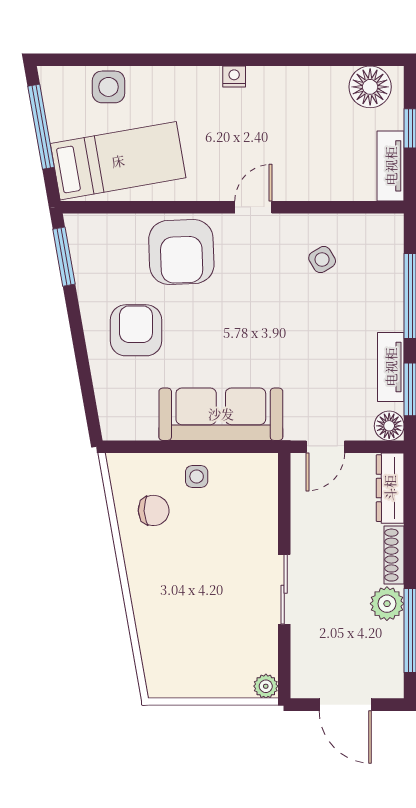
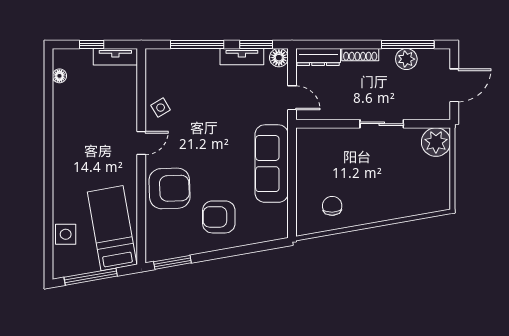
nightstand: (234, 76) -> (59, 155), removed
floor lamp: (370, 87) -> (59, 76), width x0.53, depth x0.53
door: (253, 207) -> (141, 143), swing flipped
side table: (322, 260) -> (161, 108), moved
side table: (197, 476) -> (311, 179), removed
plant: (387, 604) -> (406, 59), moved
plant: (266, 686) -> (436, 142), width x1.87, depth x1.87

